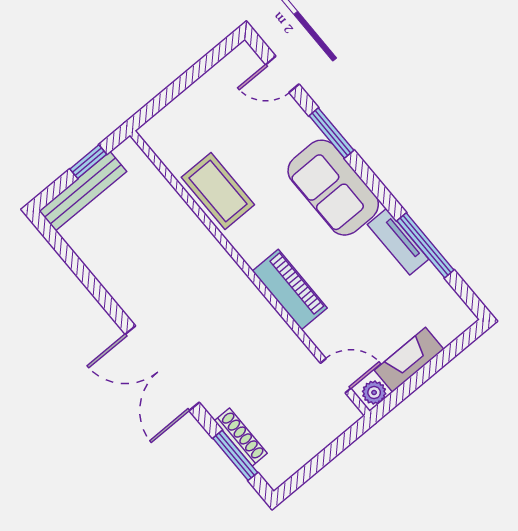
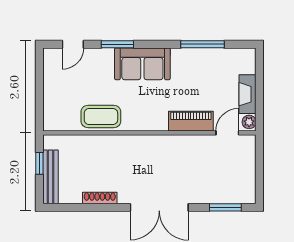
tv unit: (398, 242) -> (191, 55), removed
piano: (290, 289) -> (191, 121), moved
shoe rack: (241, 437) -> (100, 198), moved

